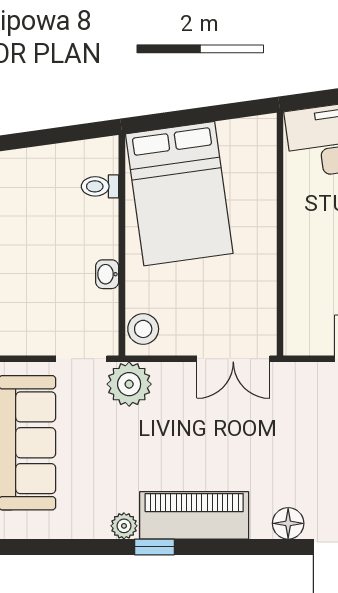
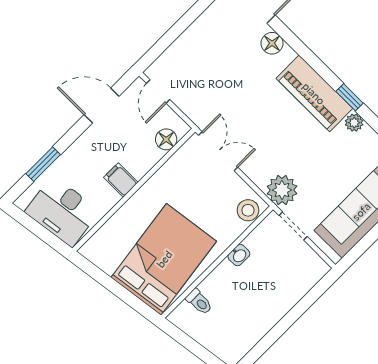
filing cabinet: (303, 231) -> (121, 180), added
floor lamp: (298, 318) -> (166, 139), added

